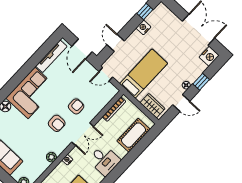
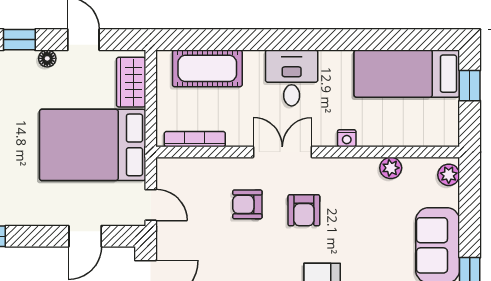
nightstand: (143, 28) -> (18, 214), removed
bed: (144, 74) -> (93, 145), width x1.50
armchair: (57, 123) -> (304, 210), turned 180
plant: (51, 157) -> (391, 168), moved

